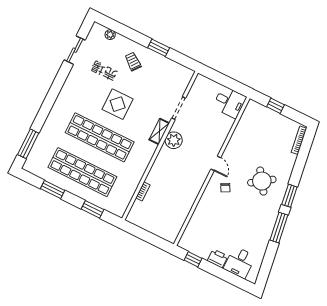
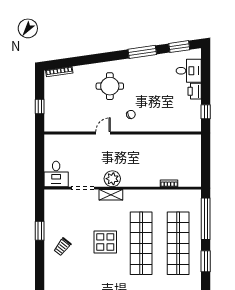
plant: (110, 35) -> (49, 278), removed
desk: (229, 102) -> (56, 174), moved, turned 180
door: (216, 163) -> (103, 133), moved
round table: (262, 181) -> (110, 86), turned 35
window: (289, 196) -> (179, 47), moved
window: (92, 209) -> (206, 219), width x2.11

